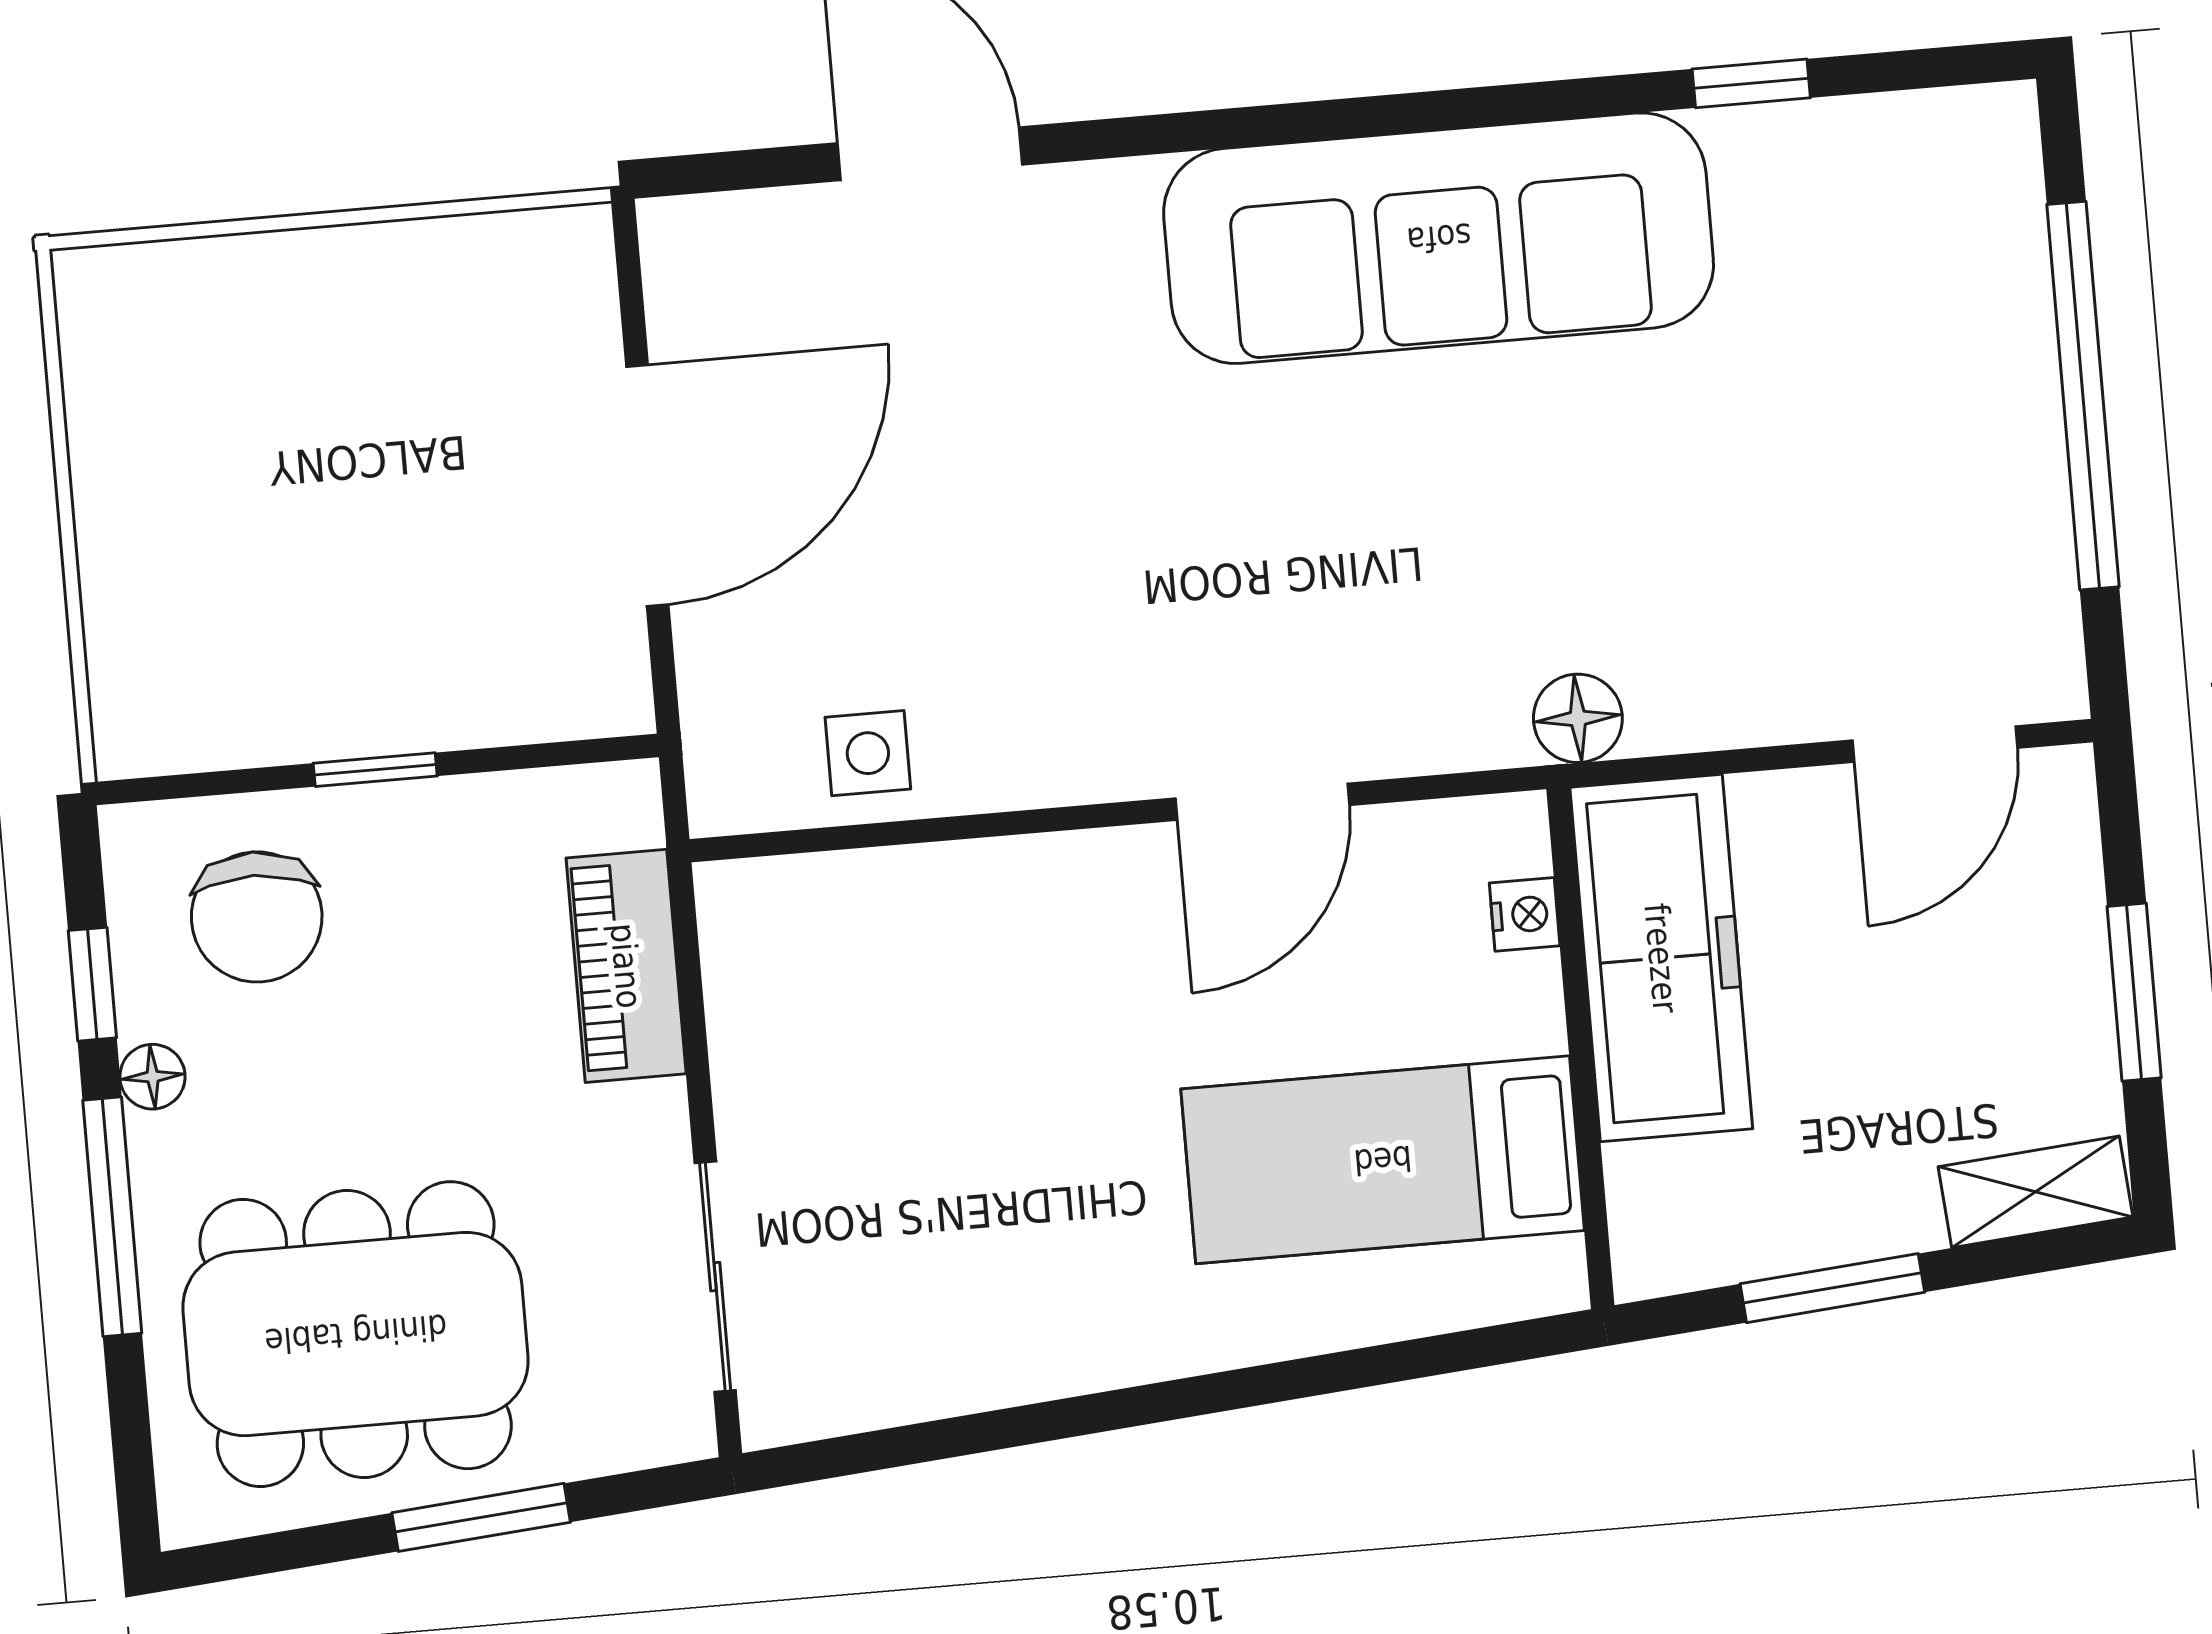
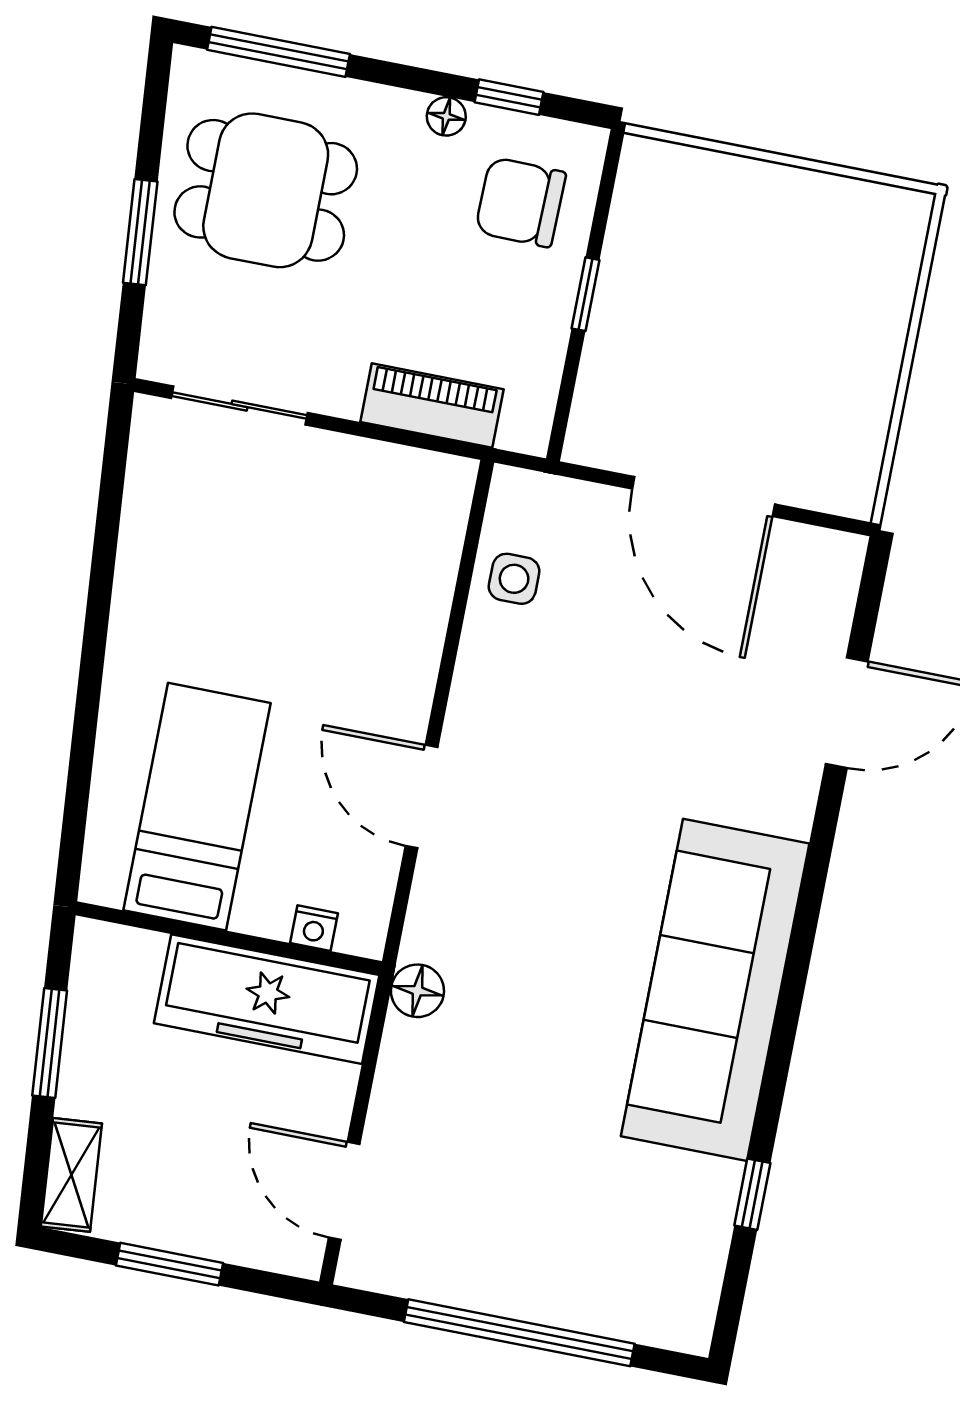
window: (112, 1217) -> (278, 52), moved
dining table: (356, 1334) -> (266, 190), width x0.73

